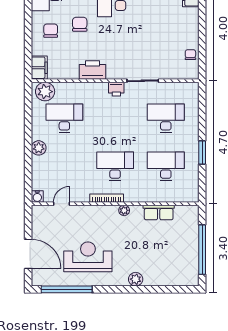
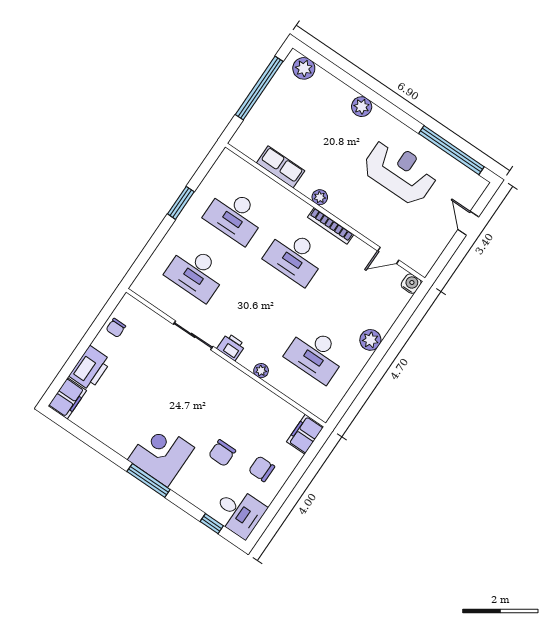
chair: (51, 31) -> (262, 469), turned 90
printer: (93, 70) -> (90, 368), moved, turned -90
plant: (45, 92) -> (261, 371), moved, width x0.53, depth x0.53
door: (28, 254) -> (468, 223), width x0.53
reception desk: (88, 257) -> (400, 172), turned 180
plant: (184, 279) -> (304, 68), added

